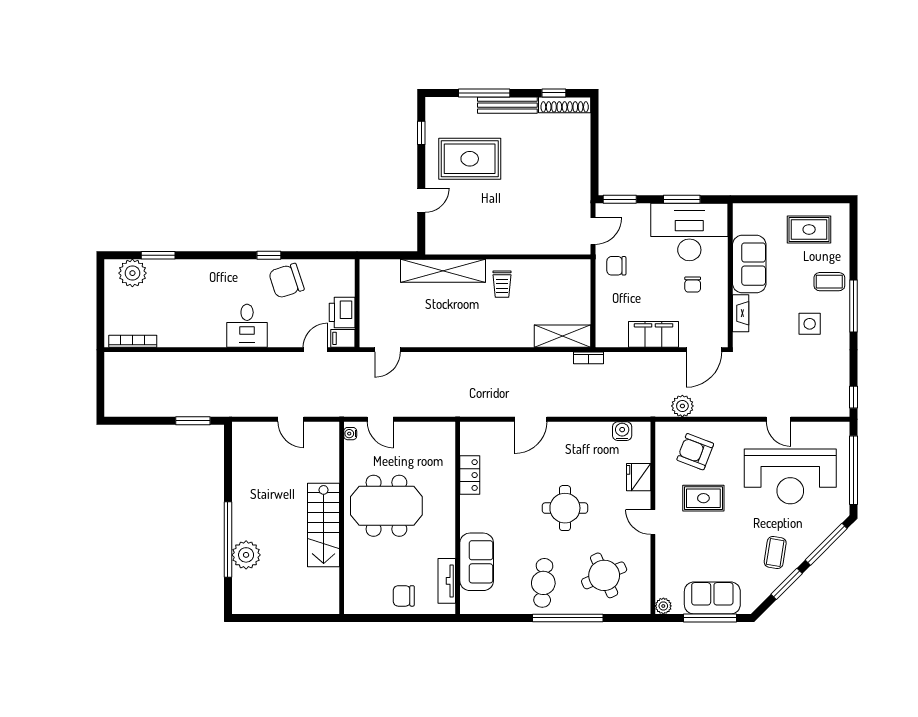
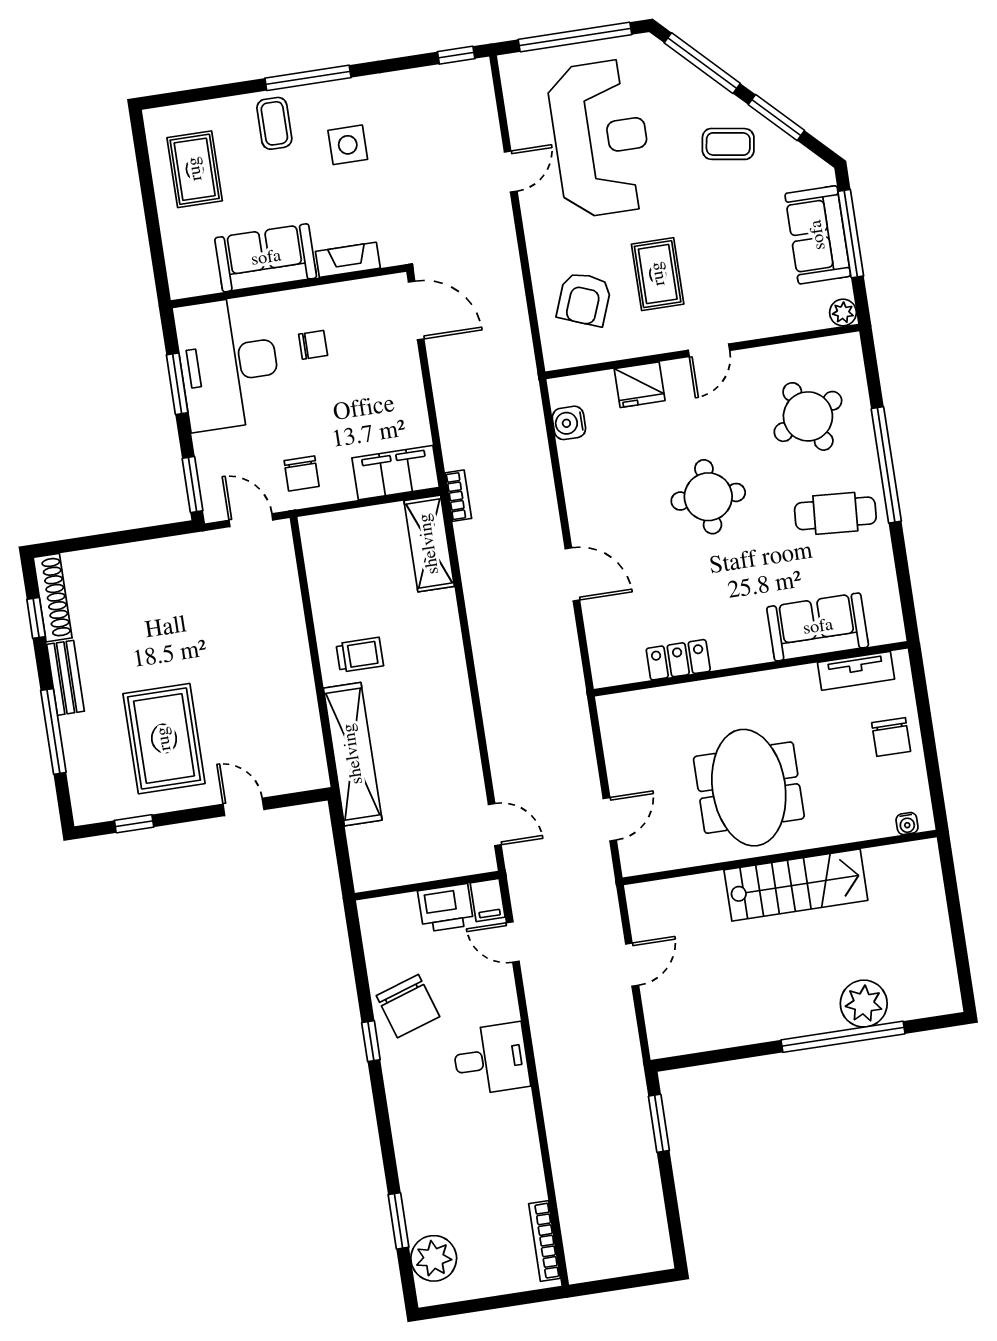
bench: (507, 105) -> (65, 678), width x0.73
filing cabinet: (654, 334) -> (396, 473), moved, turned 90
plant: (682, 406) -> (513, 331), removed
water cooler: (350, 434) -> (907, 824), moved

